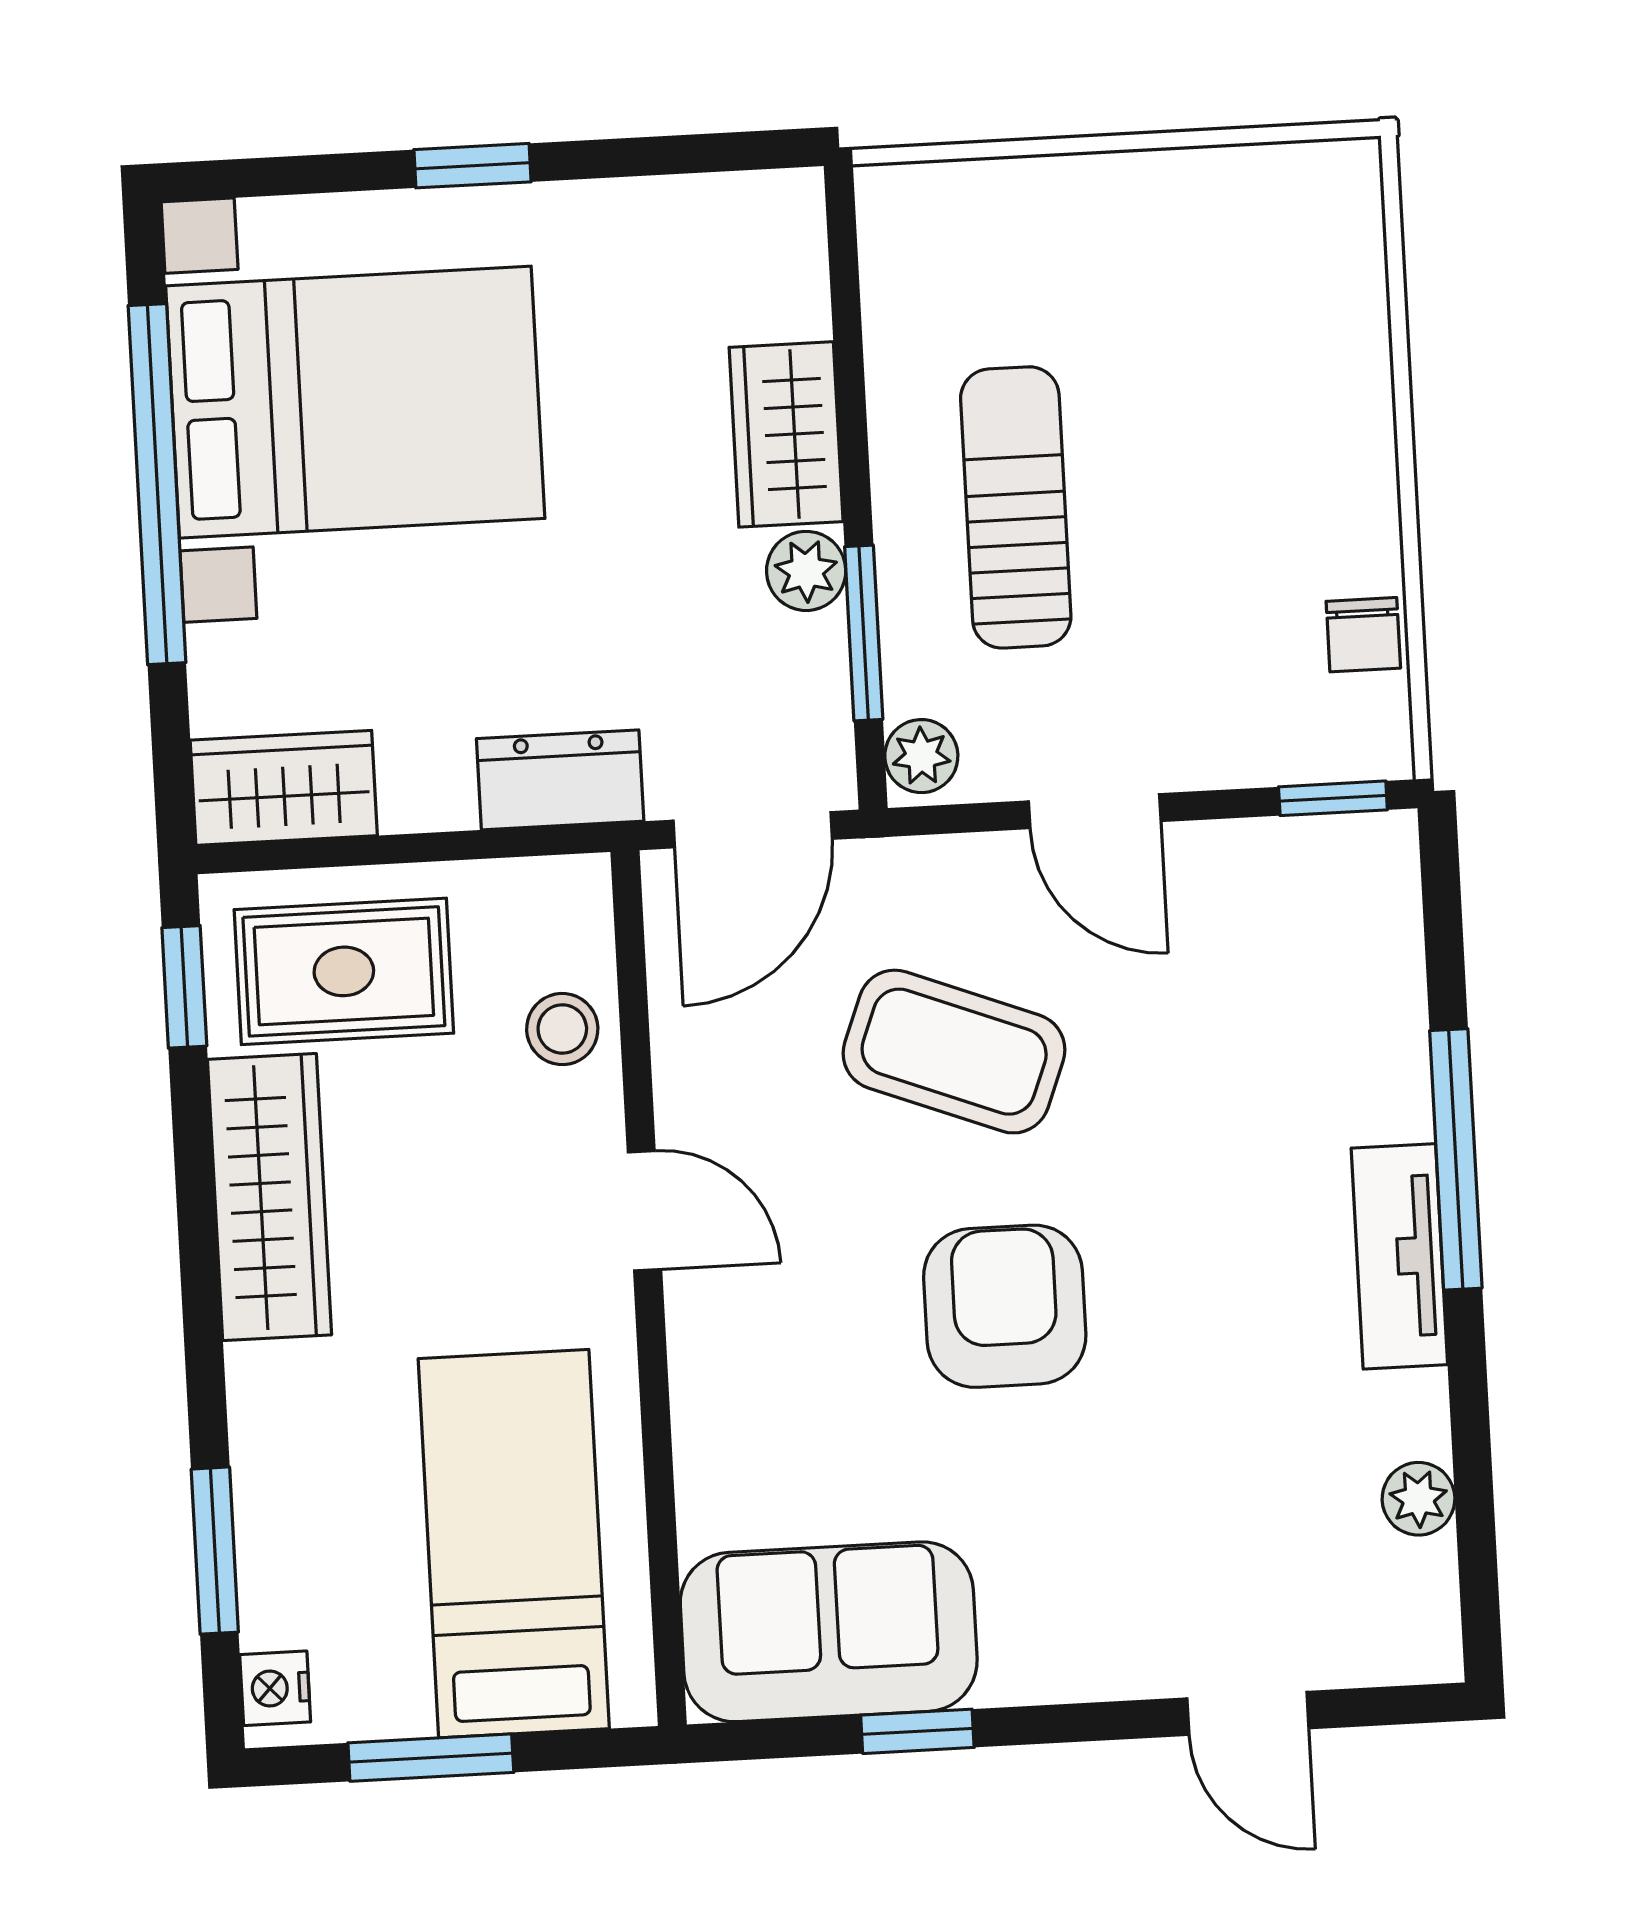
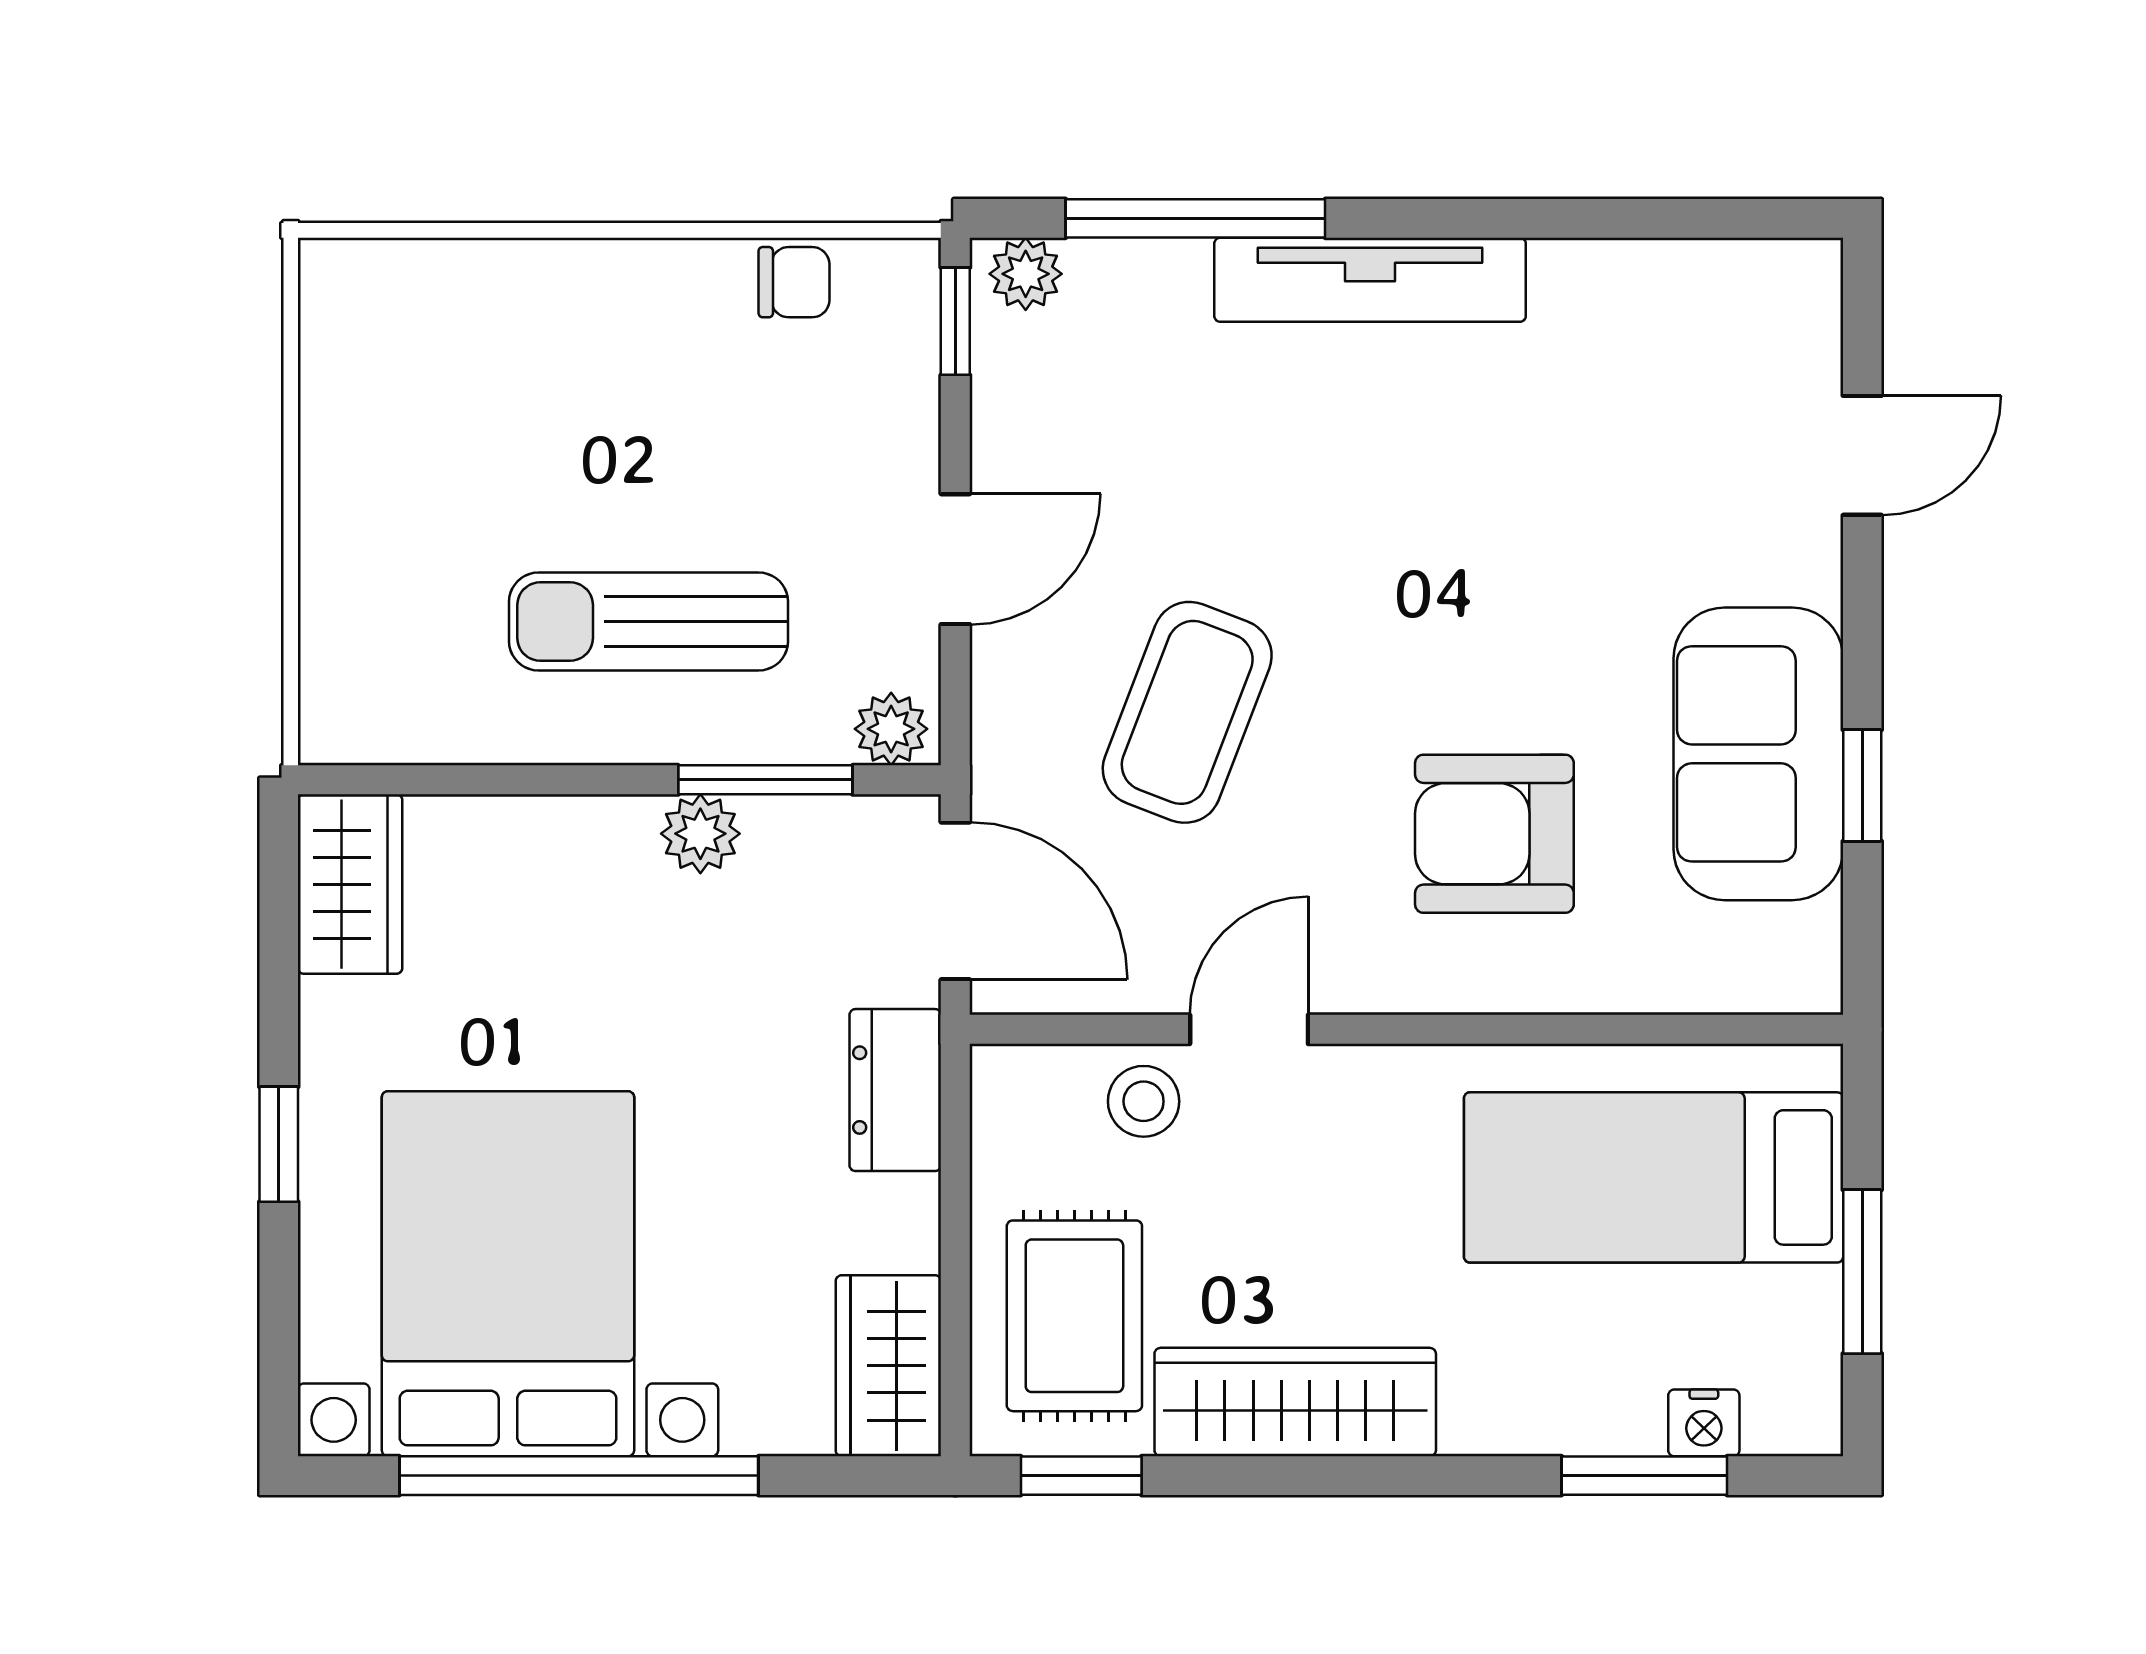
wardrobe: (786, 434) -> (350, 884), moved, turned -90
window: (1456, 1159) -> (1195, 218), moved
door: (644, 1211) -> (1249, 1029), moved
tv unit: (1399, 1256) -> (1370, 280), width x1.41
armchair: (1005, 1306) -> (1494, 834), moved
plant: (1418, 1499) -> (1026, 274), moved
sofa: (829, 1632) -> (1758, 754), moved
nightstand: (275, 1688) -> (1704, 1423), moved

